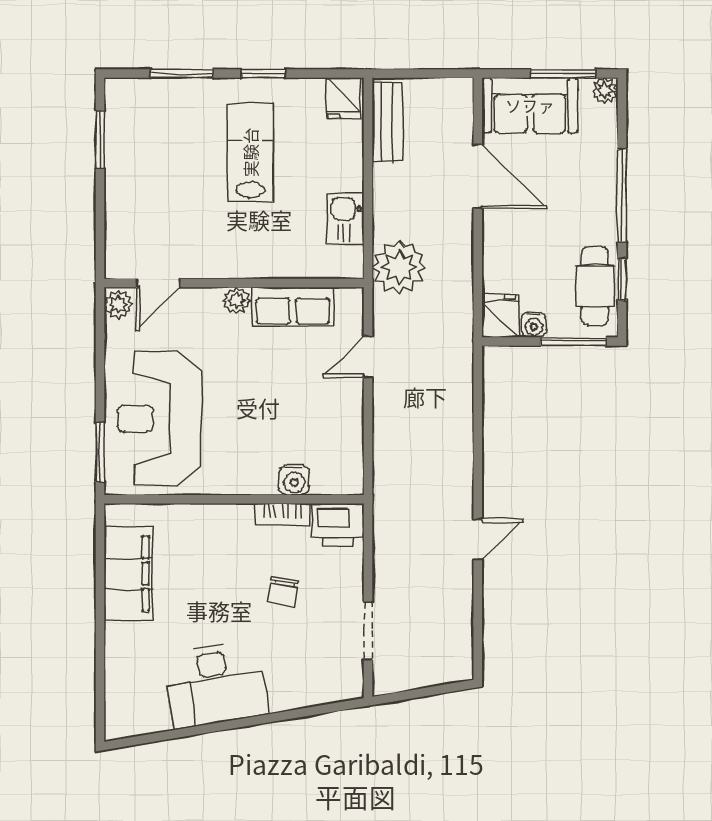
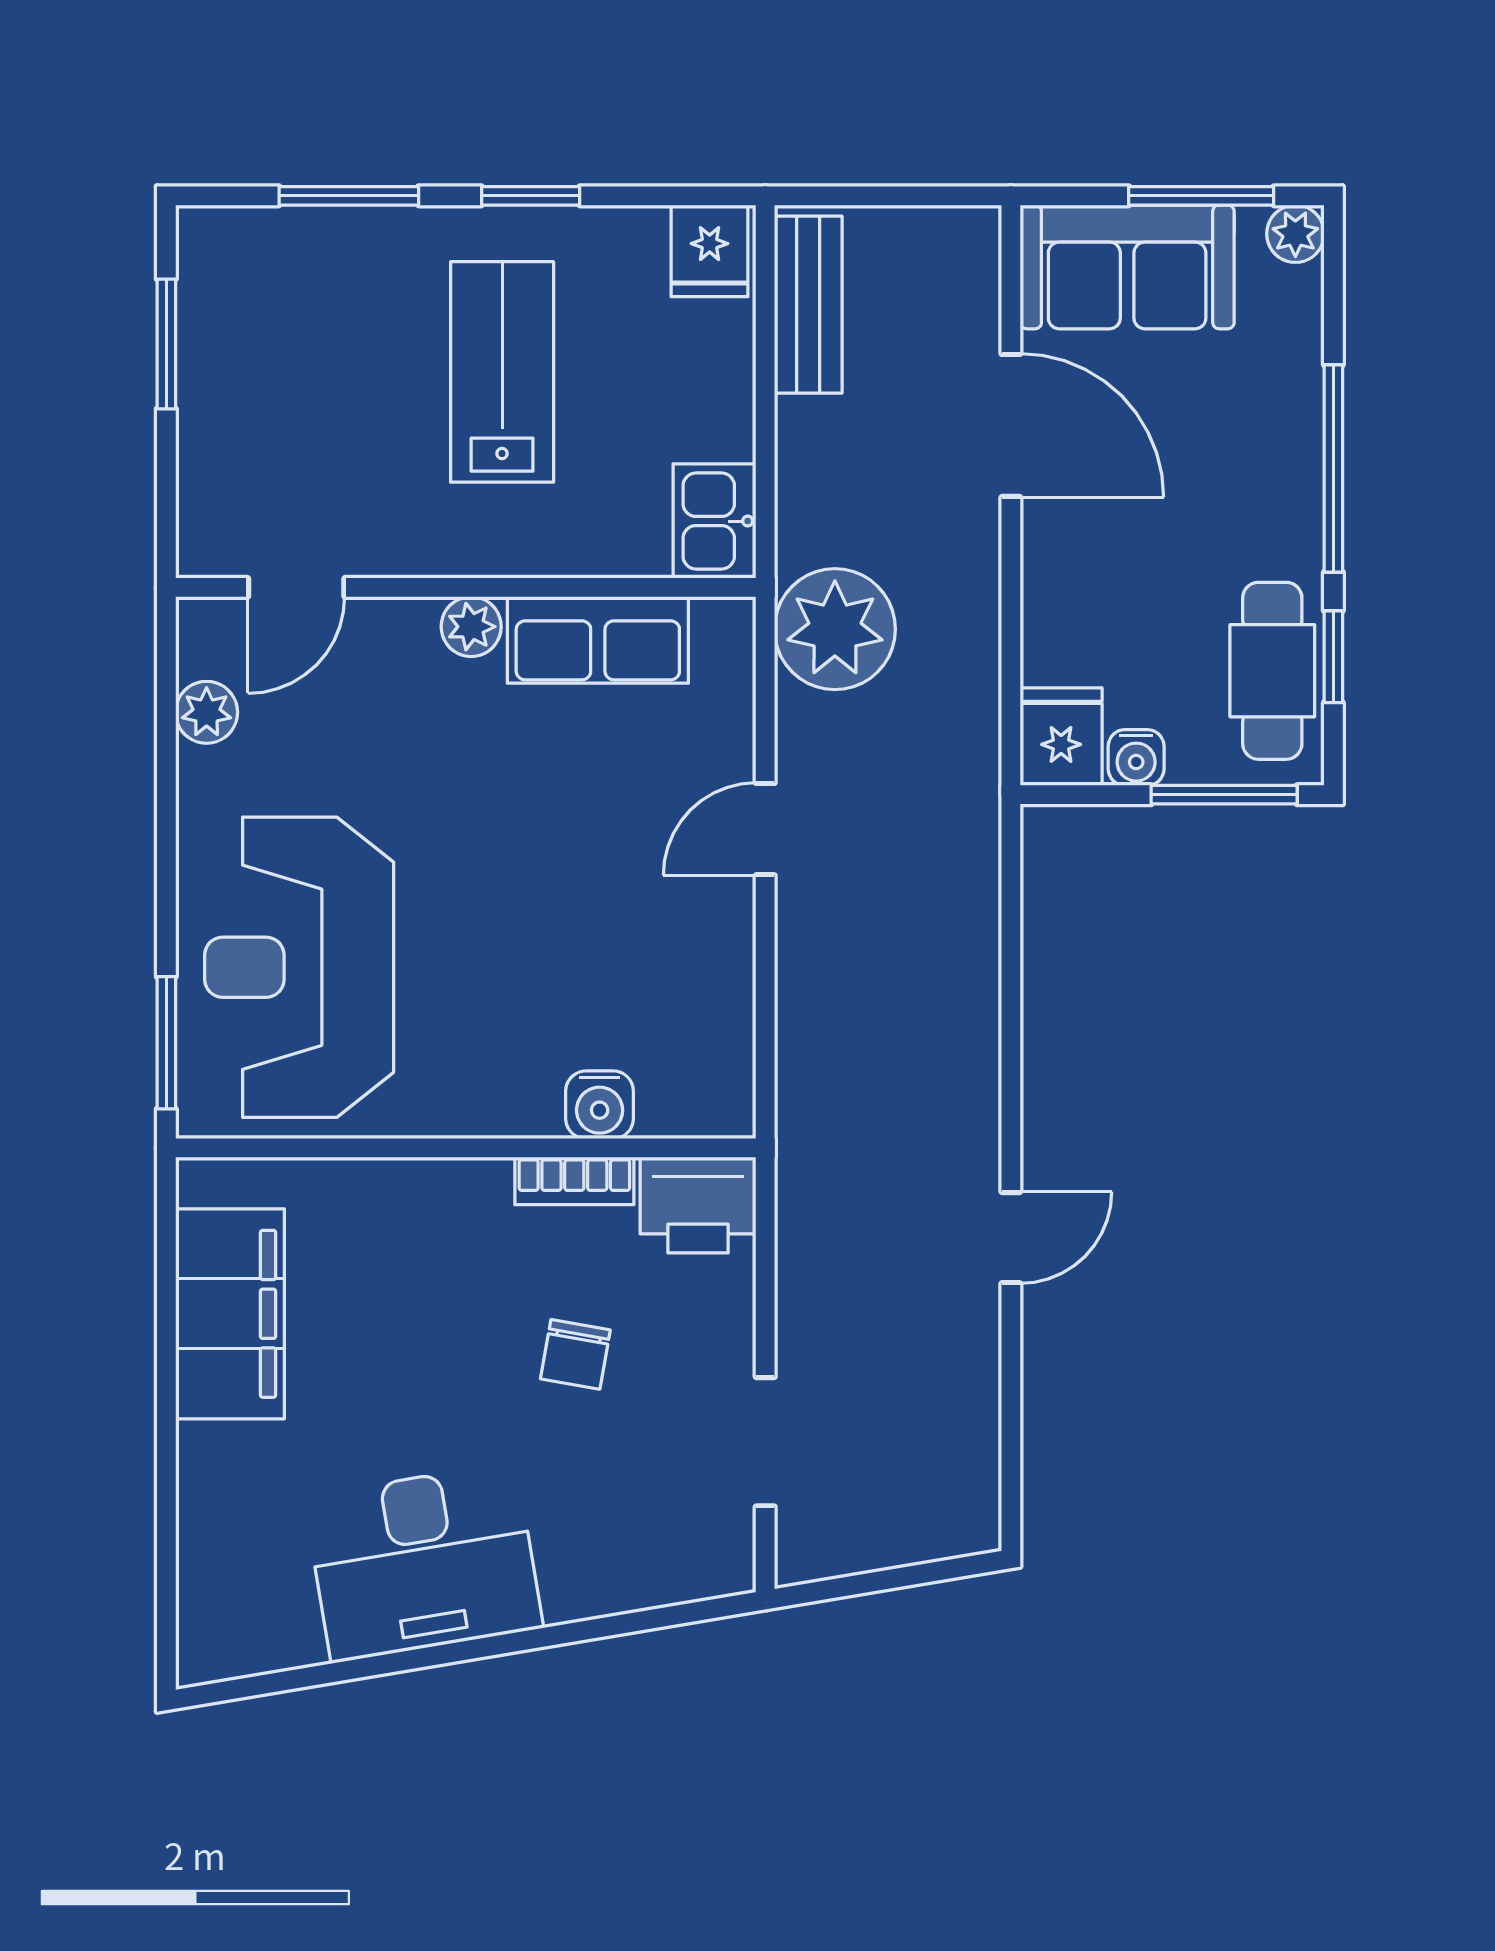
door: (158, 283) -> (296, 587), moved
wall: (234, 283) -> (466, 587), moved
plant: (236, 301) -> (471, 627), moved
row of seats: (293, 307) -> (598, 640), moved

